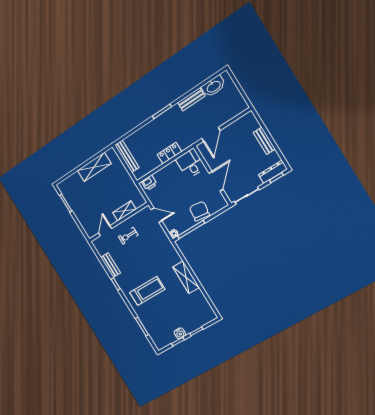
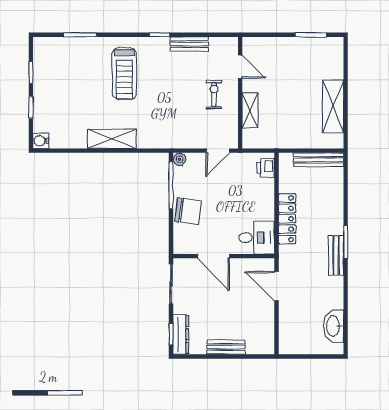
bench: (191, 99) -> (336, 255), moved
locker: (169, 153) -> (287, 219), width x1.53
water cooler: (180, 333) -> (41, 141), moved

